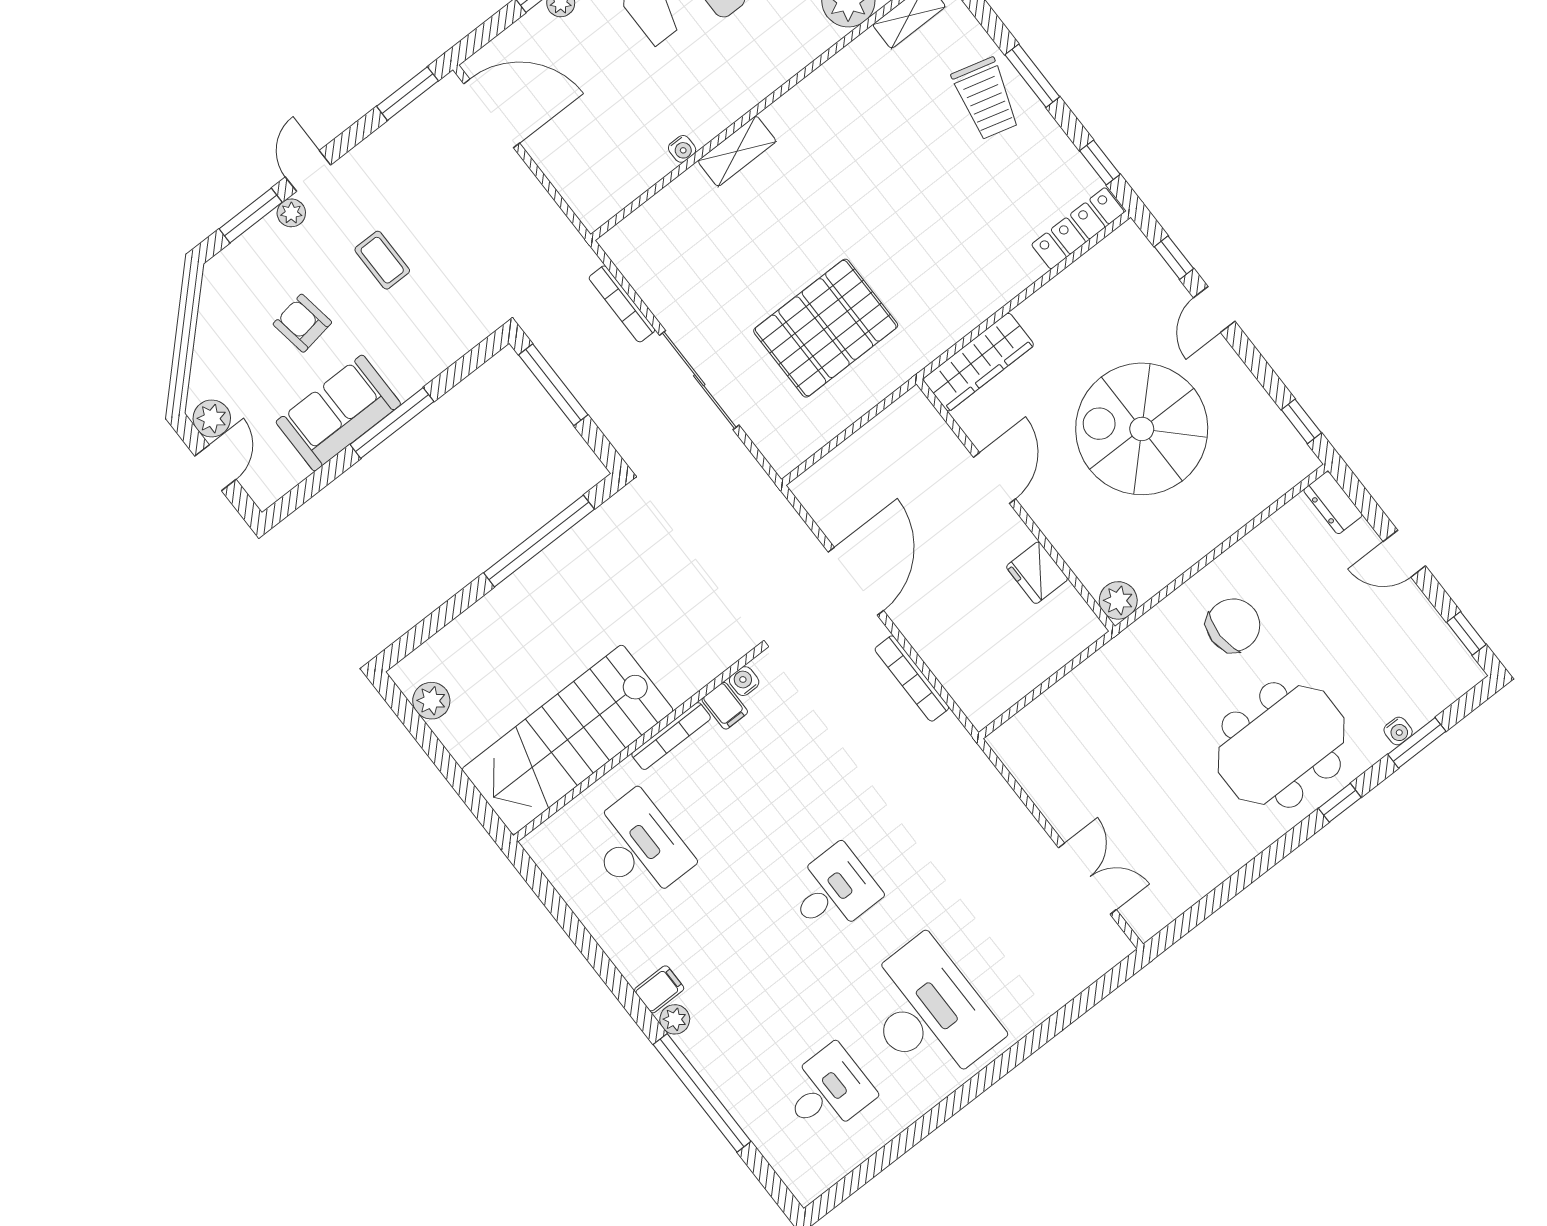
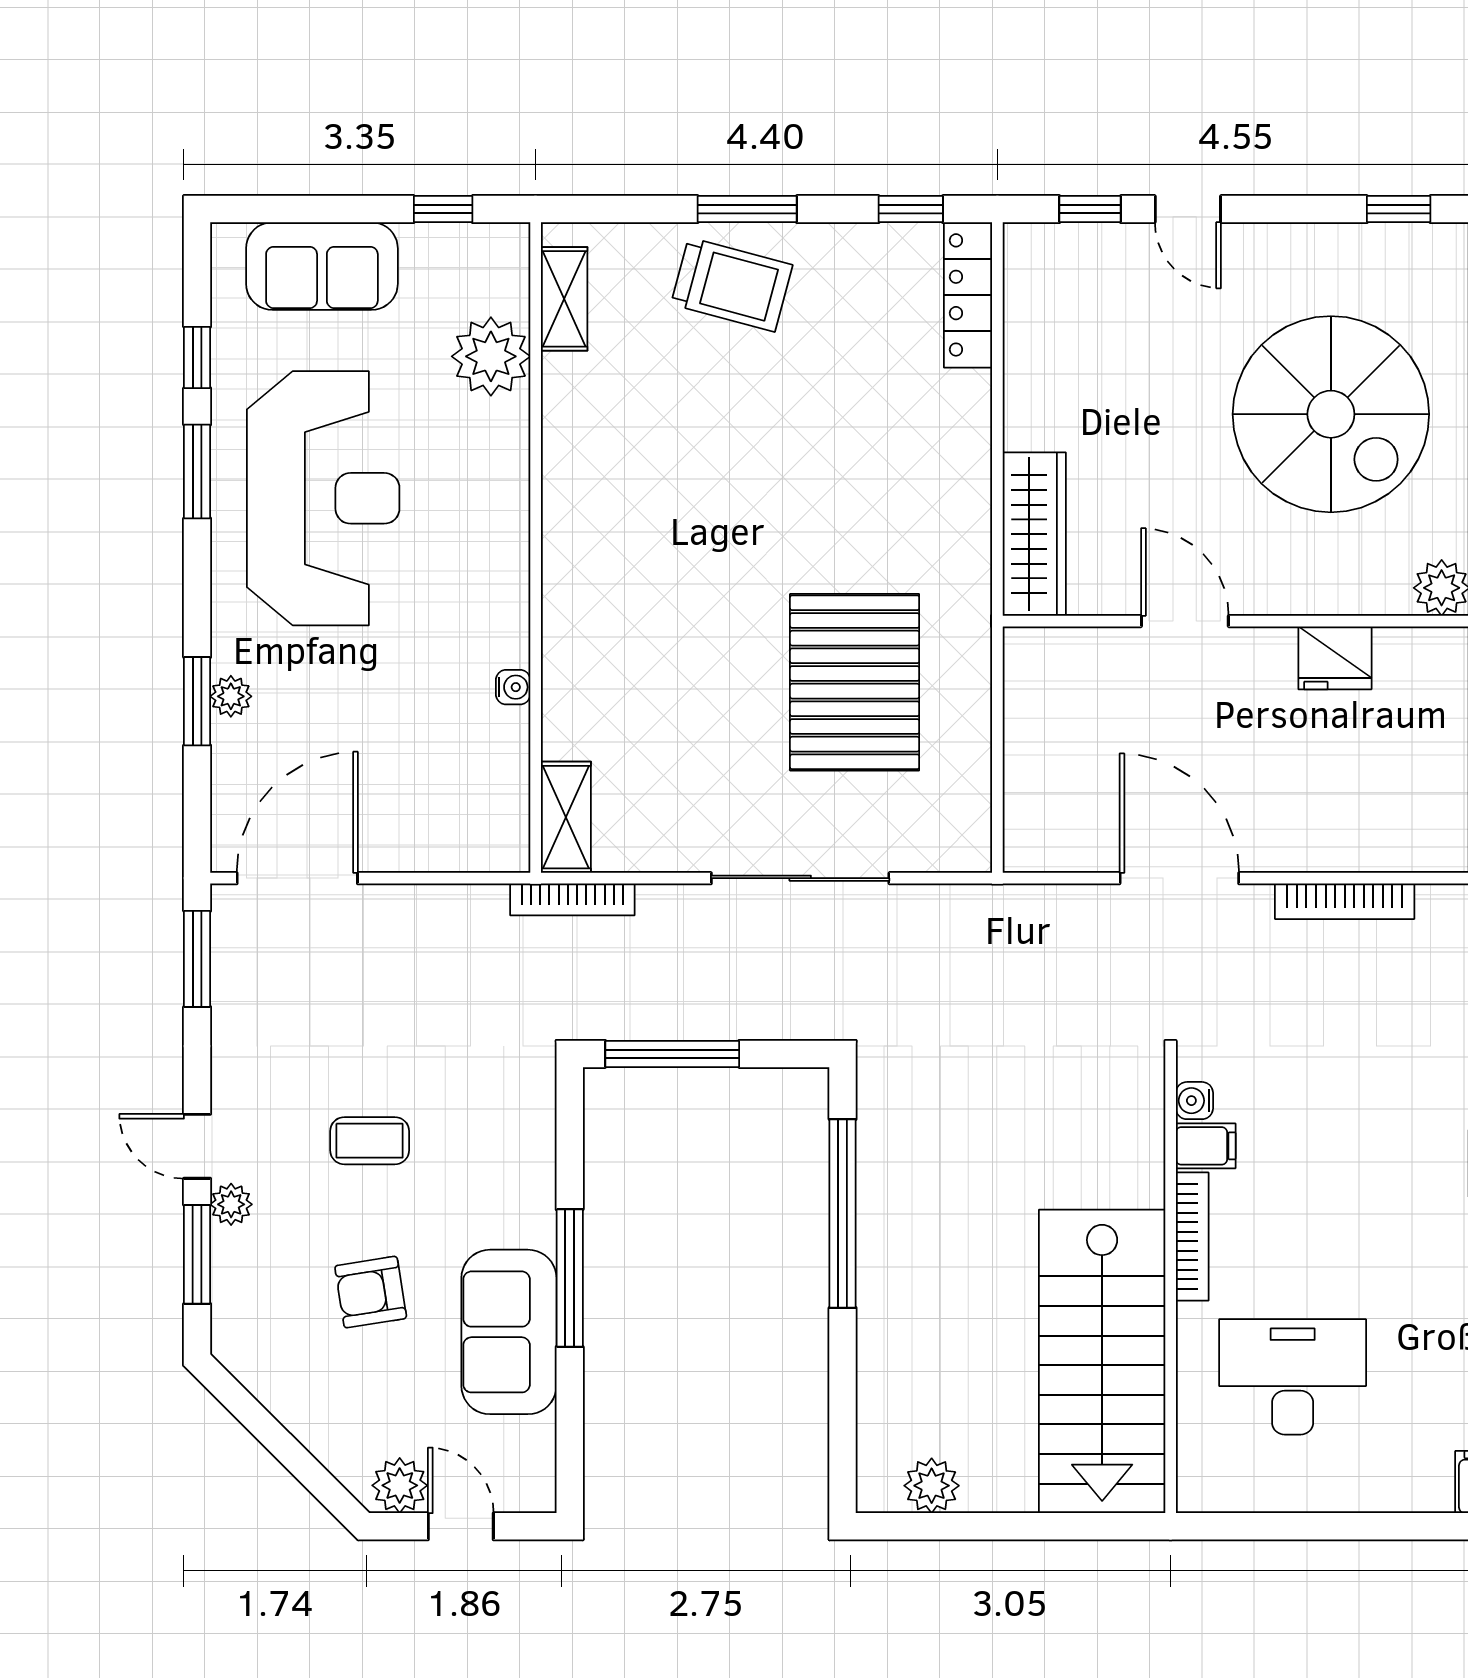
shelving: (737, 151) -> (566, 817), moved
bookcase: (622, 304) -> (572, 899), moved
spiral stairs: (1142, 429) -> (1331, 414), moved, turned -90

